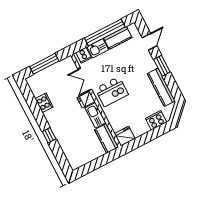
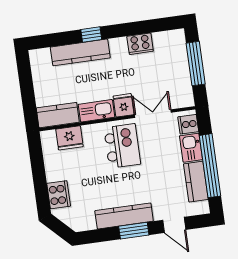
kitchen counter: (161, 87) -> (124, 216), moved
kitchen island: (112, 92) -> (122, 146), turned 180
fridge: (125, 136) -> (69, 138), moved, turned 90
kitchen counter: (63, 138) -> (80, 52), added

